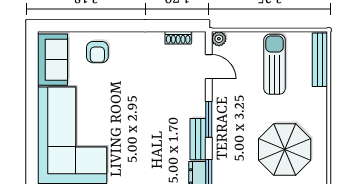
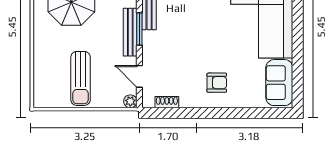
armchair: (97, 52) -> (217, 83), moved, turned 90
bench: (320, 60) -> (130, 32), moved

